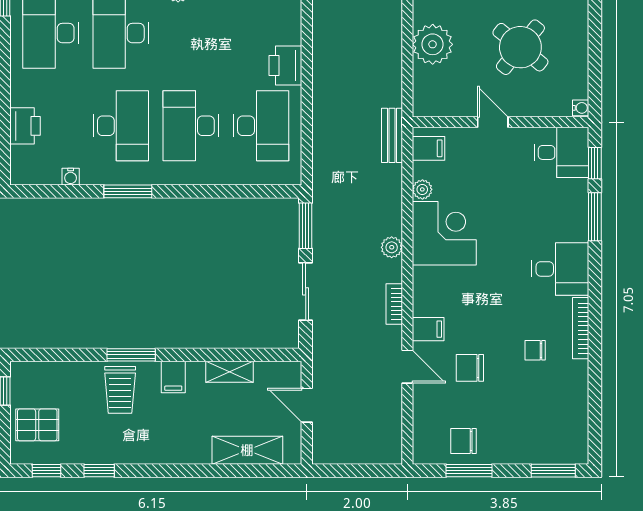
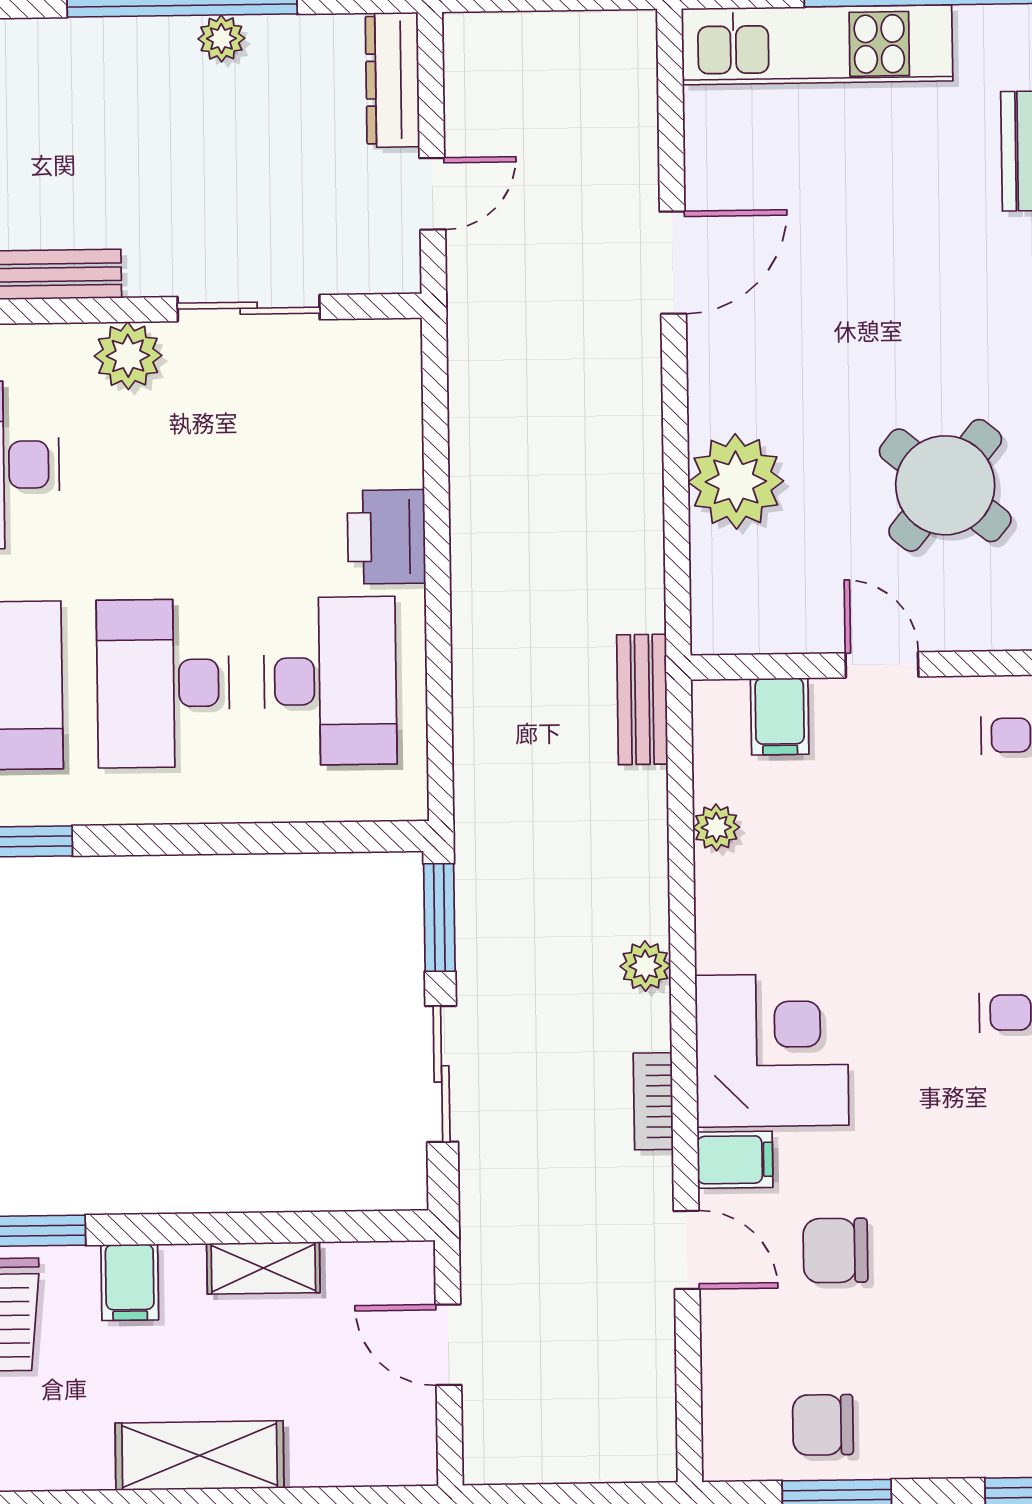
filing cabinet: (428, 148) -> (780, 716), moved, turned 90
corner desk: (444, 233) -> (772, 1050), moved
chair: (535, 350) -> (990, 1206), removed
shelving: (247, 450) -> (200, 1456), moved

